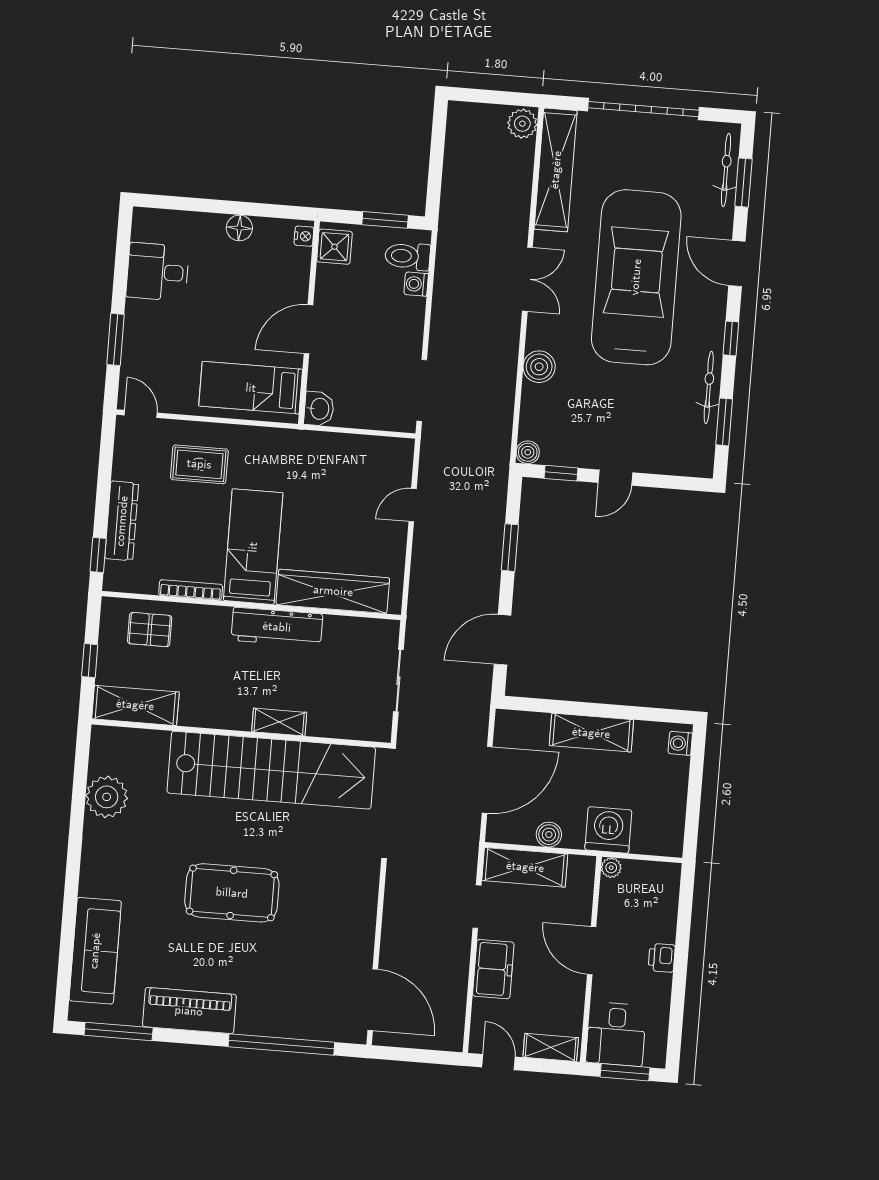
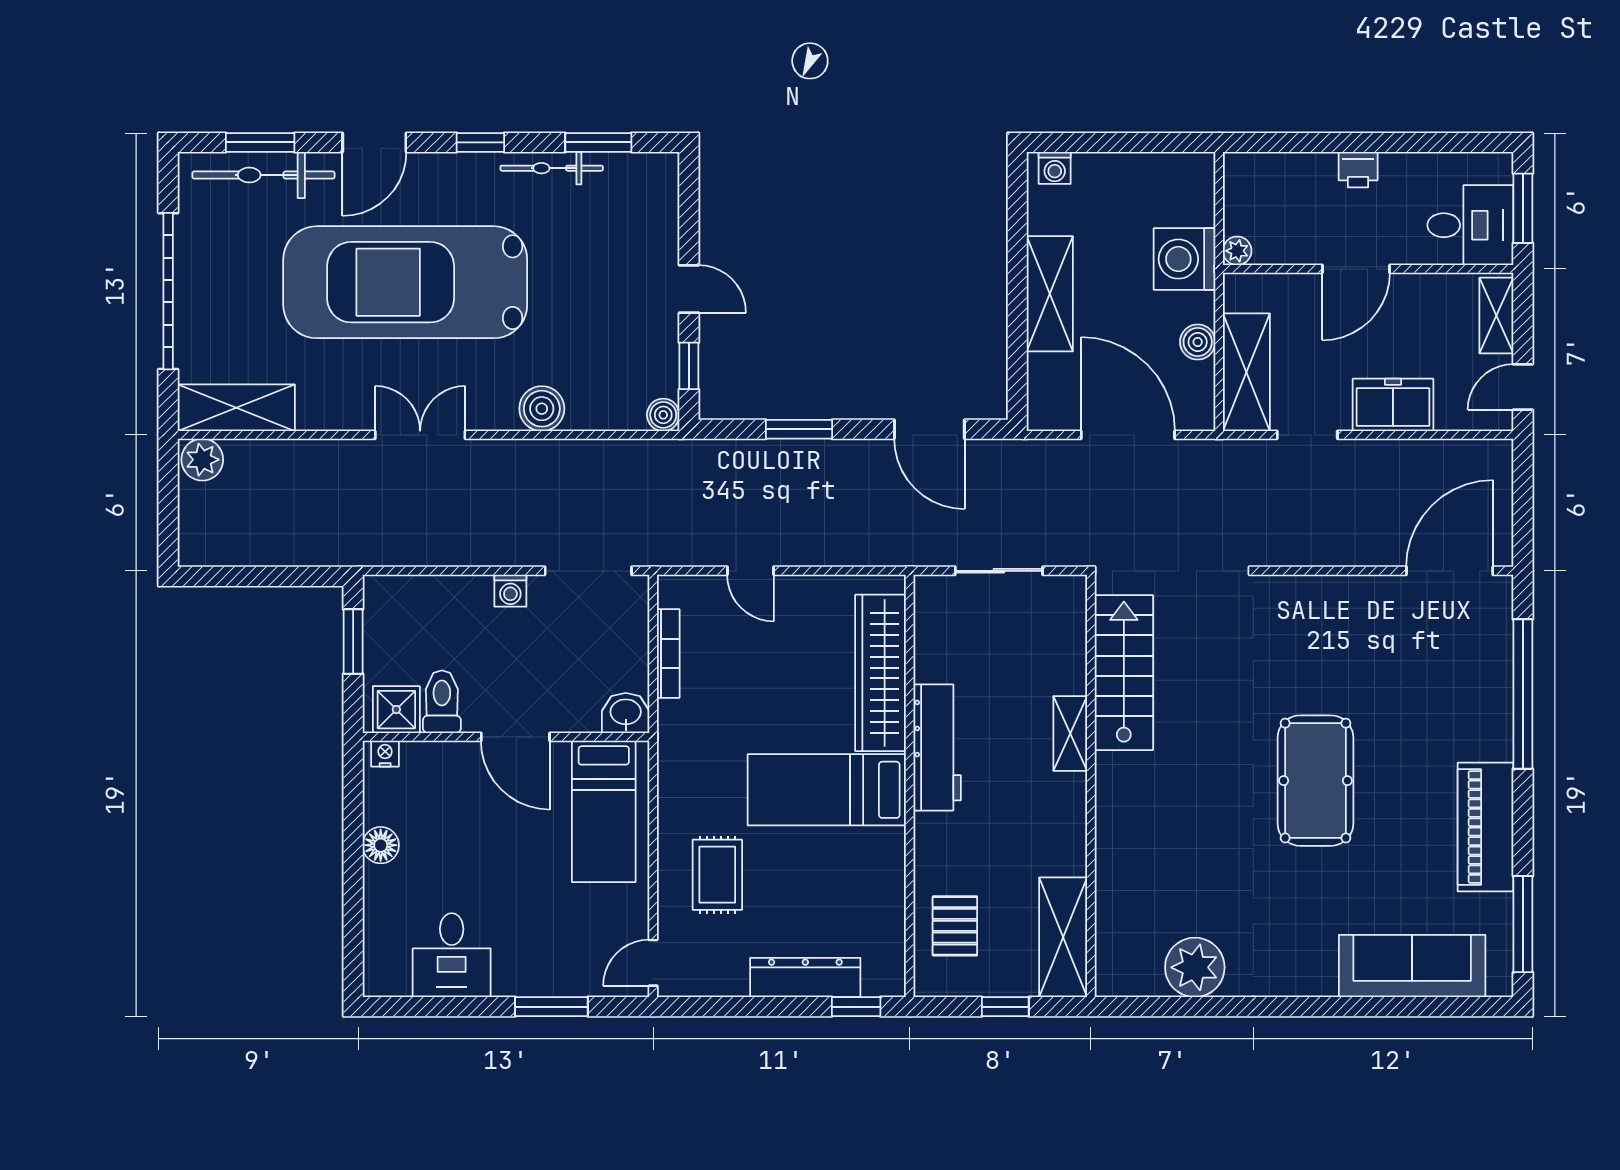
shelving: (556, 170) -> (236, 408), width x0.68
bicycle: (726, 170) -> (263, 175), width x1.37, depth x1.40
toilet: (408, 256) -> (442, 702), moved, turned 180
washing machine: (416, 284) -> (510, 591), moved
bookcase: (191, 590) -> (668, 654), moved, turned 180
stairs: (271, 770) -> (1124, 673), width x0.54, depth x0.66

